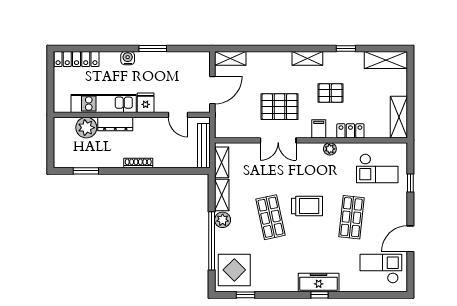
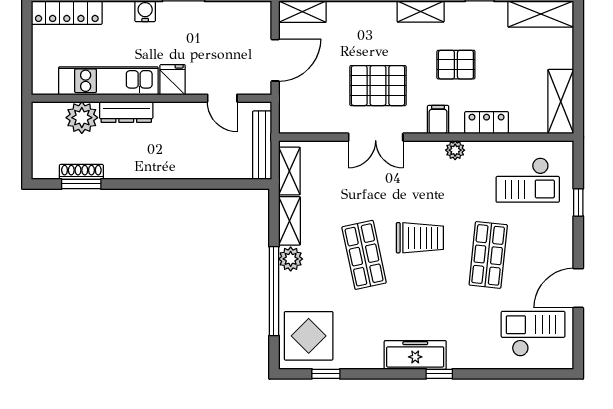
shoe rack: (138, 163) -> (81, 172), moved
freezer: (319, 282) -> (415, 355), moved

